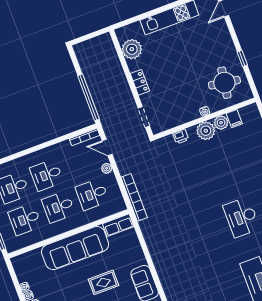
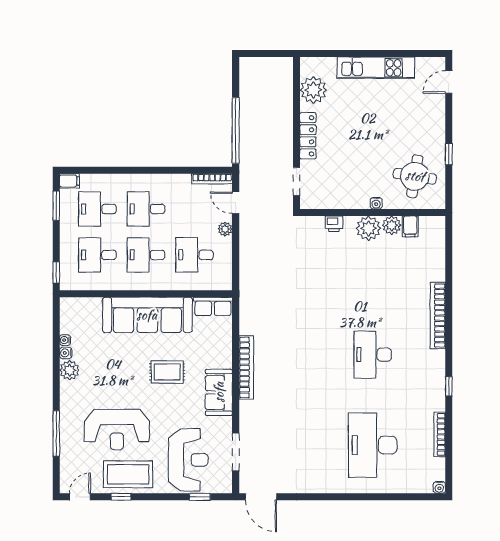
locker: (140, 82) -> (308, 136), width x1.53
bookcase: (134, 197) -> (246, 367), moved

